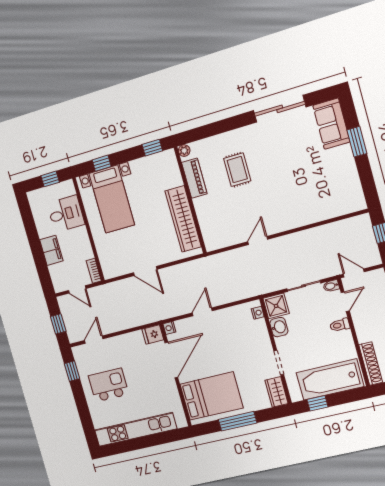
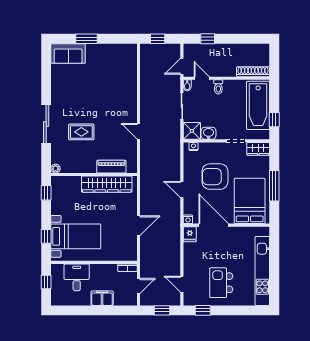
sliding door: (280, 109) -> (46, 124), moved
piano: (194, 178) -> (111, 167), moved
armchair: (229, 348) -> (215, 177), added

